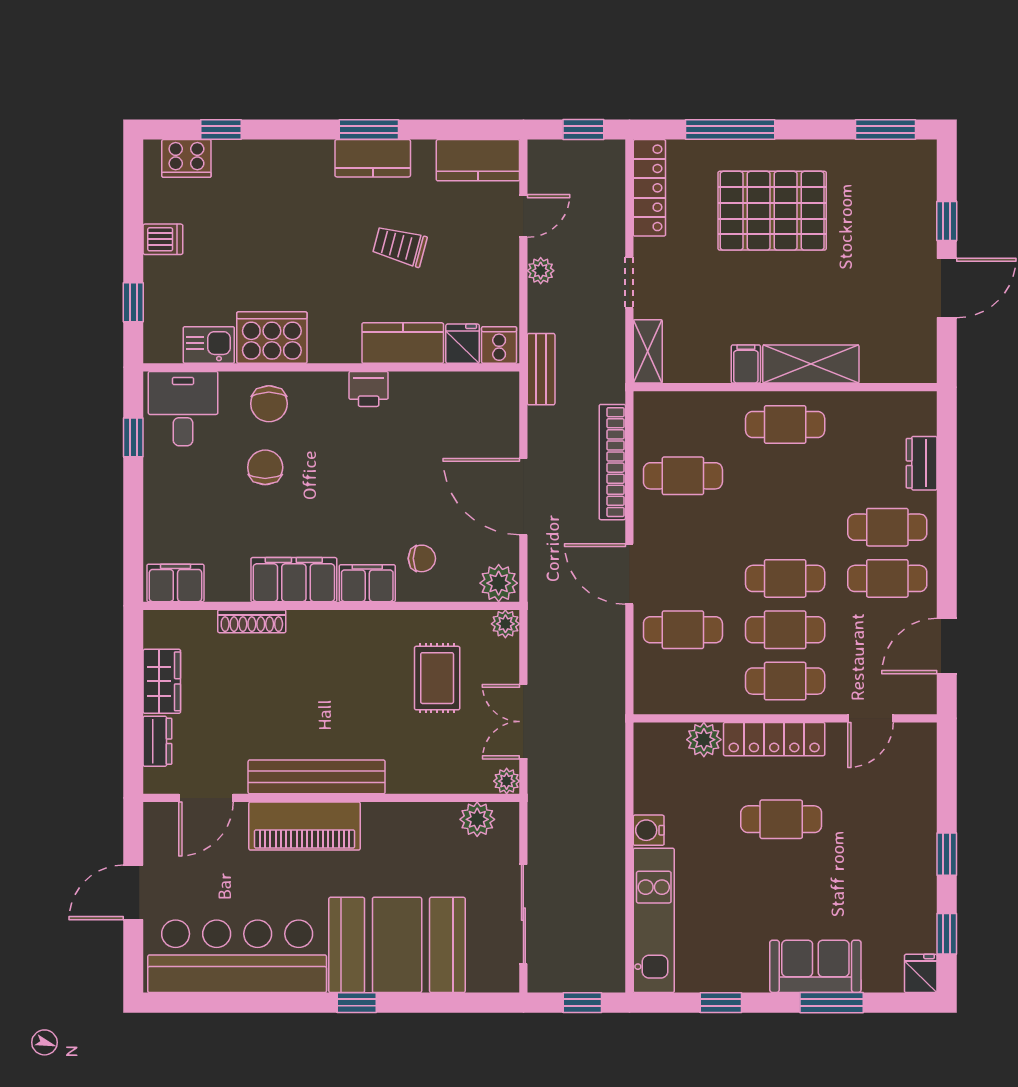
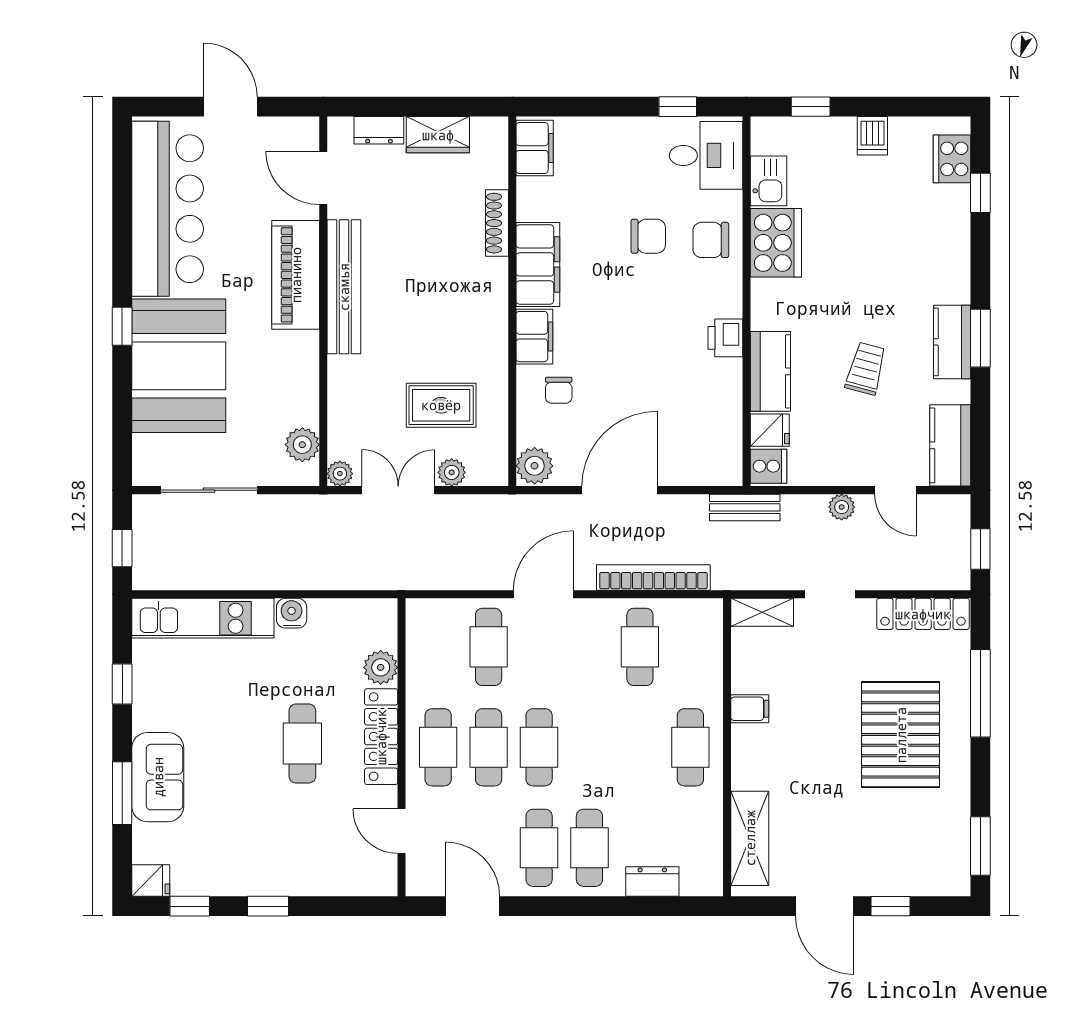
shelving: (811, 364) -> (750, 838), moved
plant: (505, 624) -> (452, 472), moved

